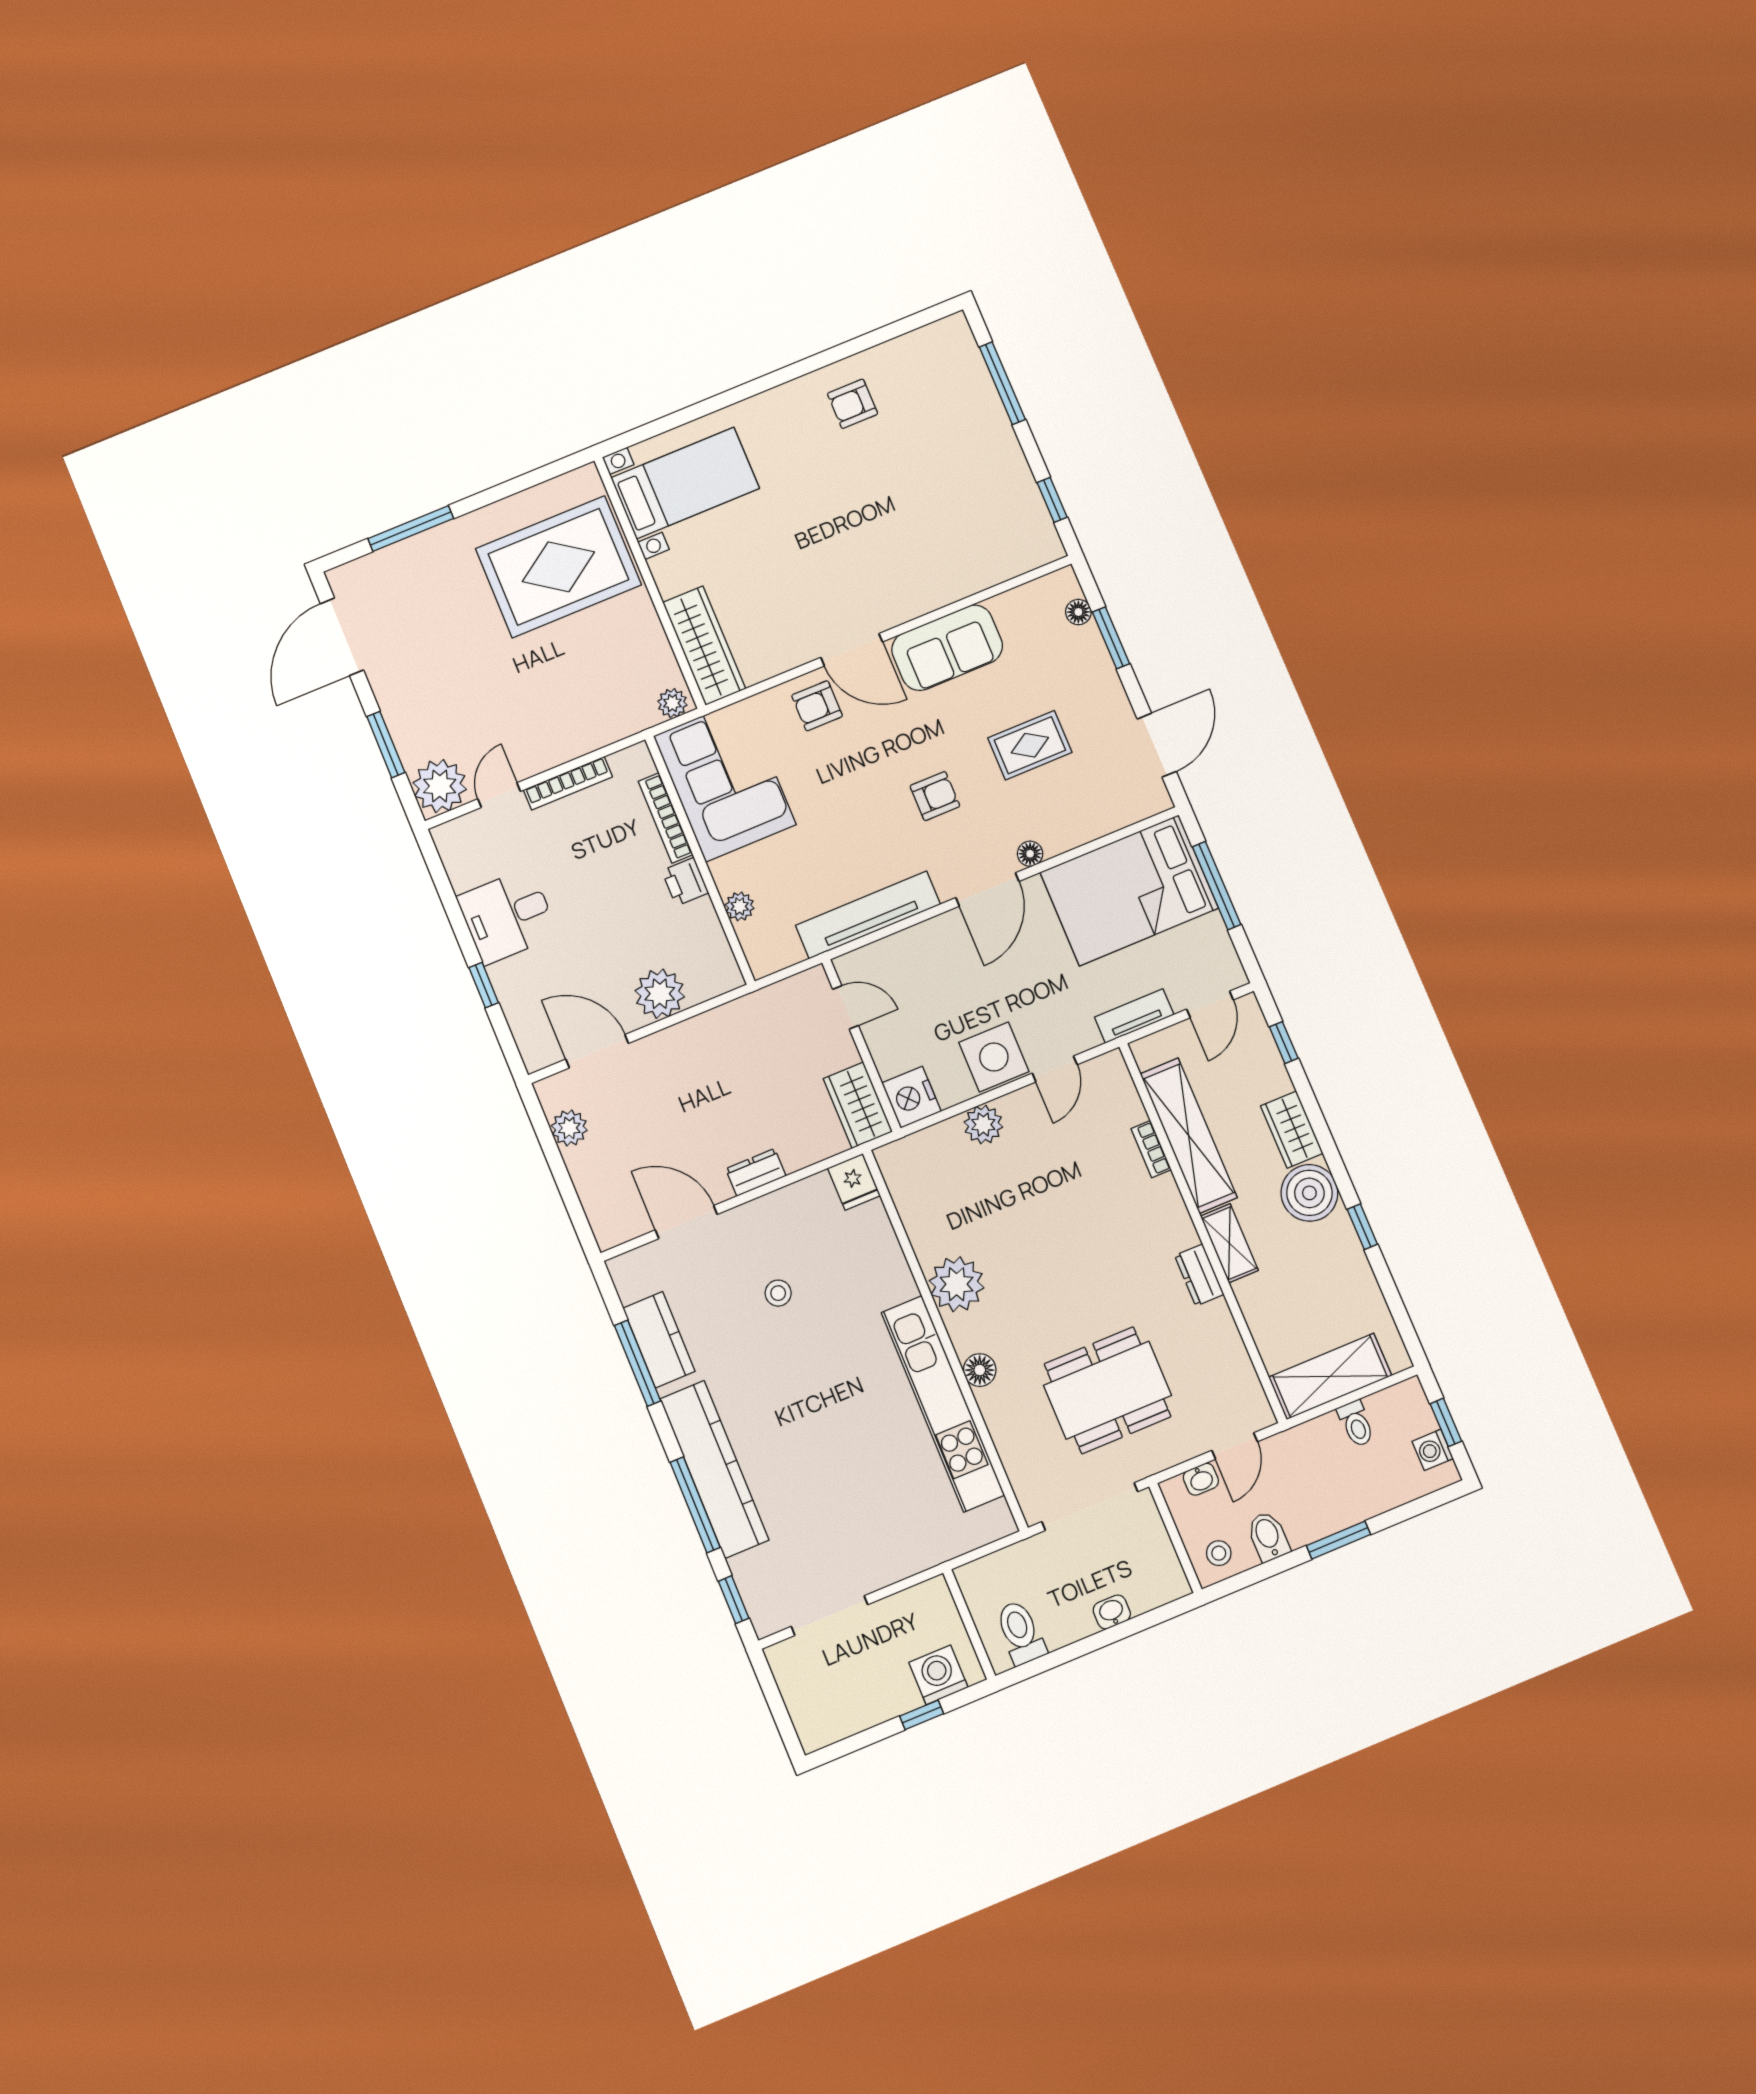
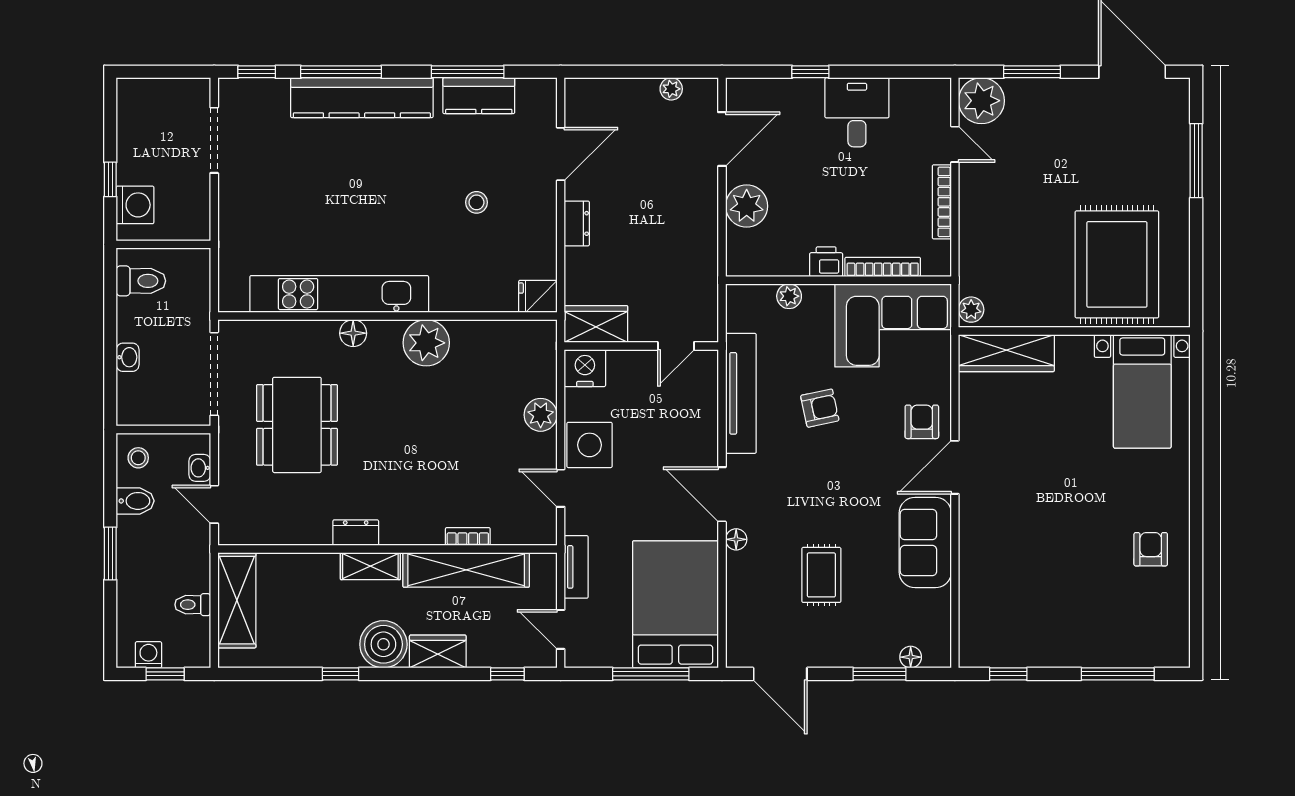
armchair: (935, 796) -> (820, 408), moved, turned -102
plant: (569, 1128) -> (671, 89), width x0.73, depth x0.73

